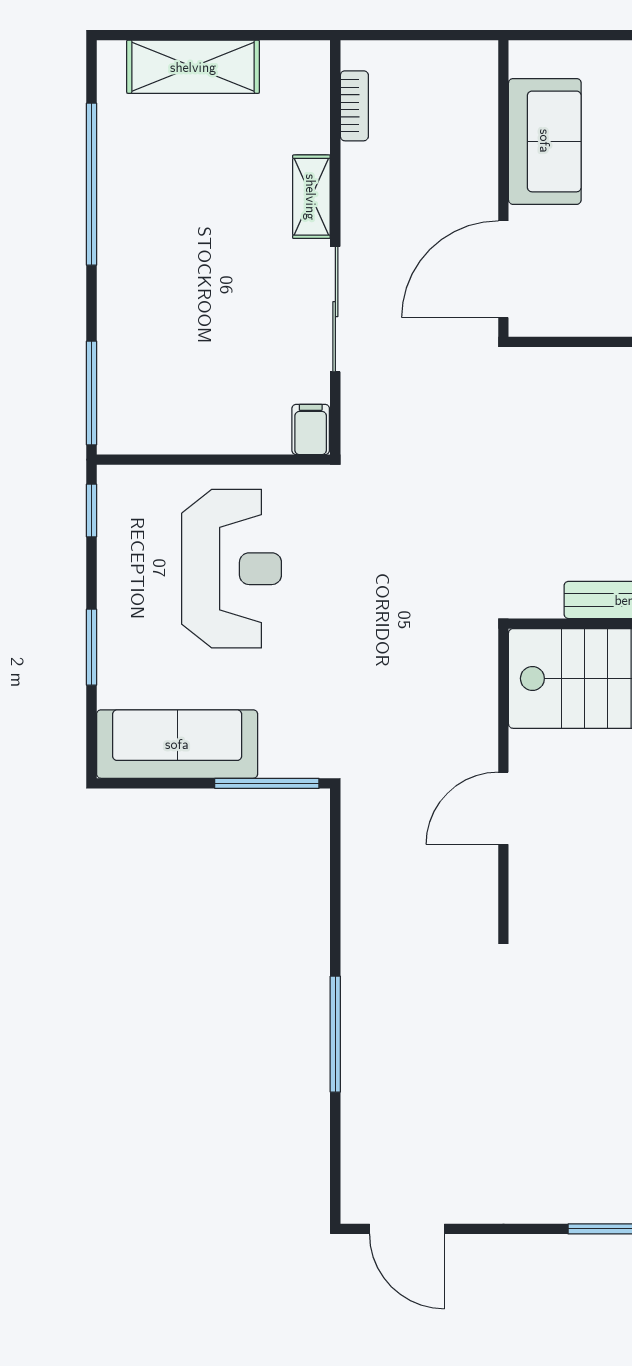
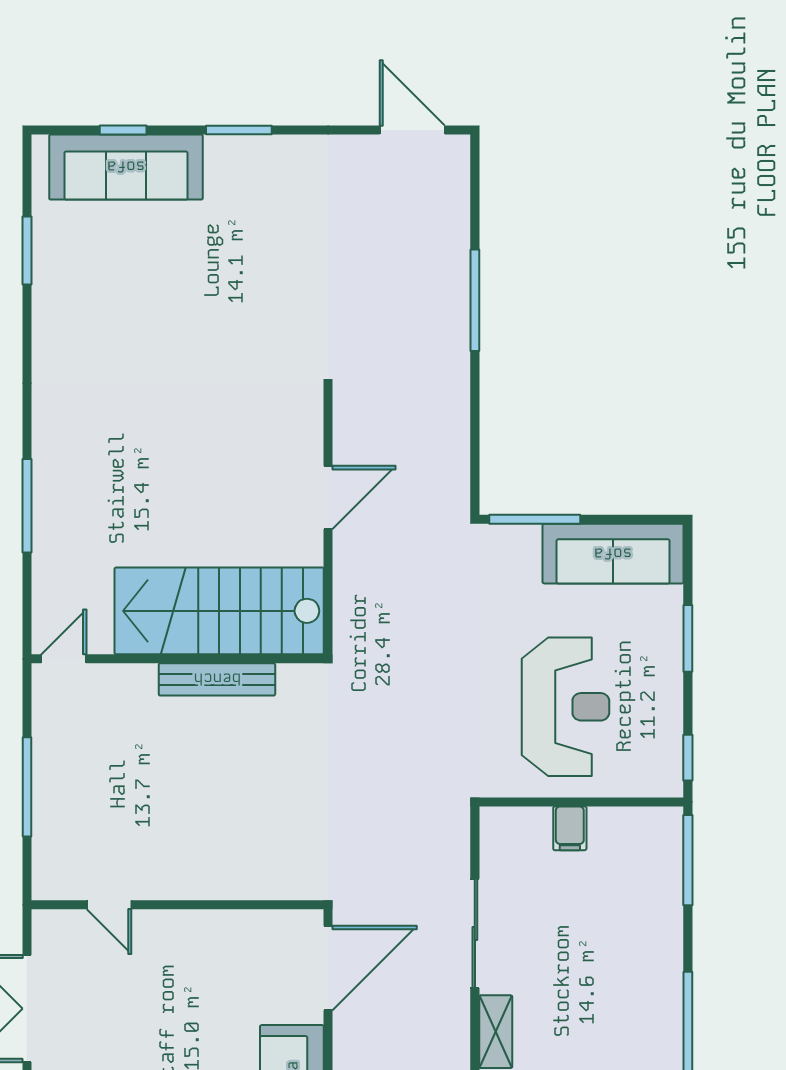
filing cabinet: (311, 429) -> (570, 828), moved
reception desk: (232, 569) -> (566, 707), turned 180

